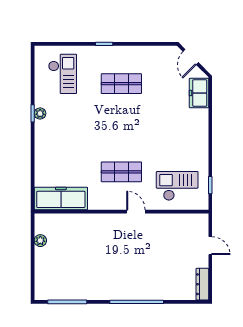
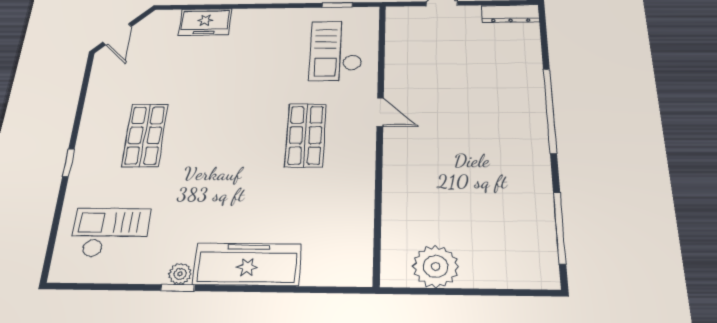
door: (191, 57) -> (117, 34), hinge flipped
freezer: (199, 93) -> (205, 22), moved
freezer: (61, 198) -> (247, 264), moved, turned 90
door: (136, 212) -> (380, 112), swing flipped
plant: (40, 241) -> (436, 266), width x1.88, depth x1.88

